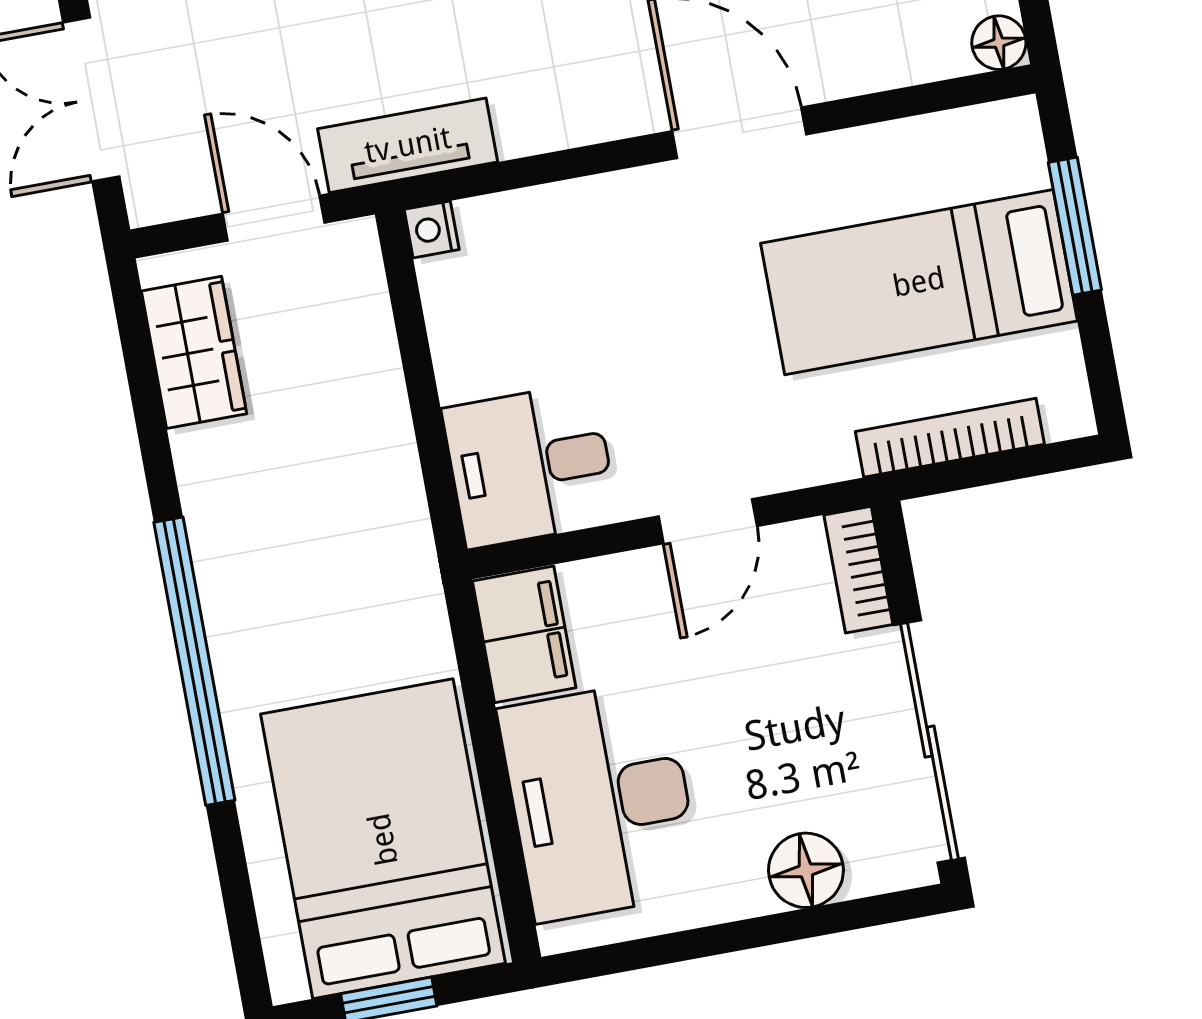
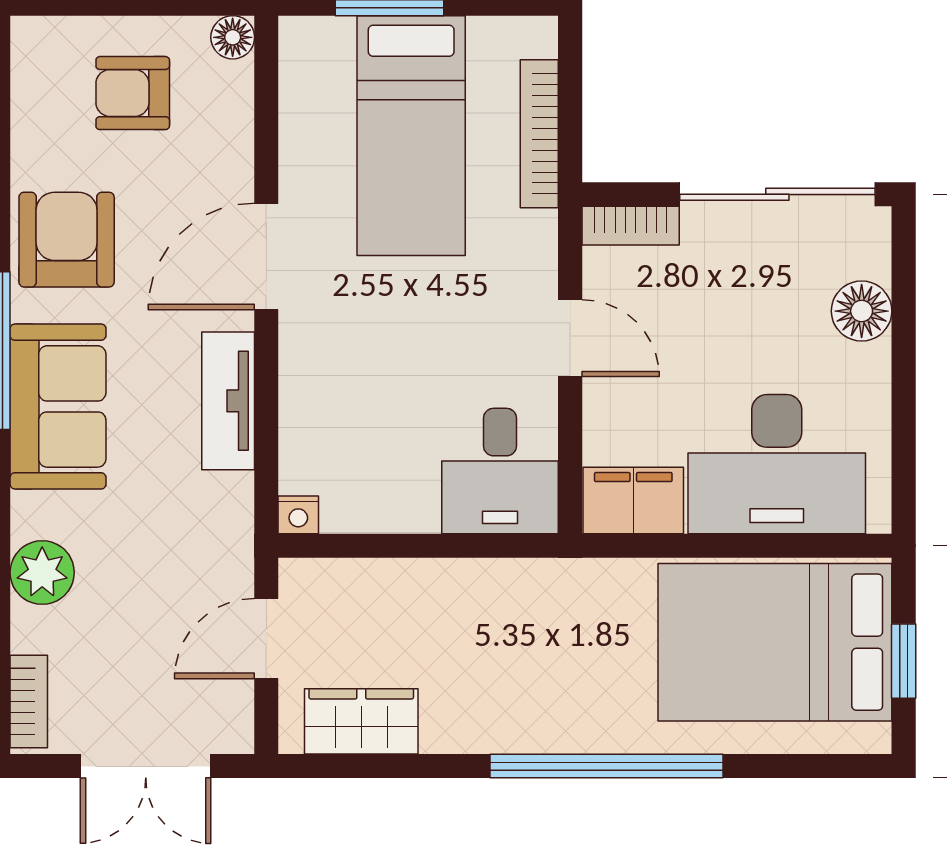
tv unit: (408, 145) -> (228, 401), moved

